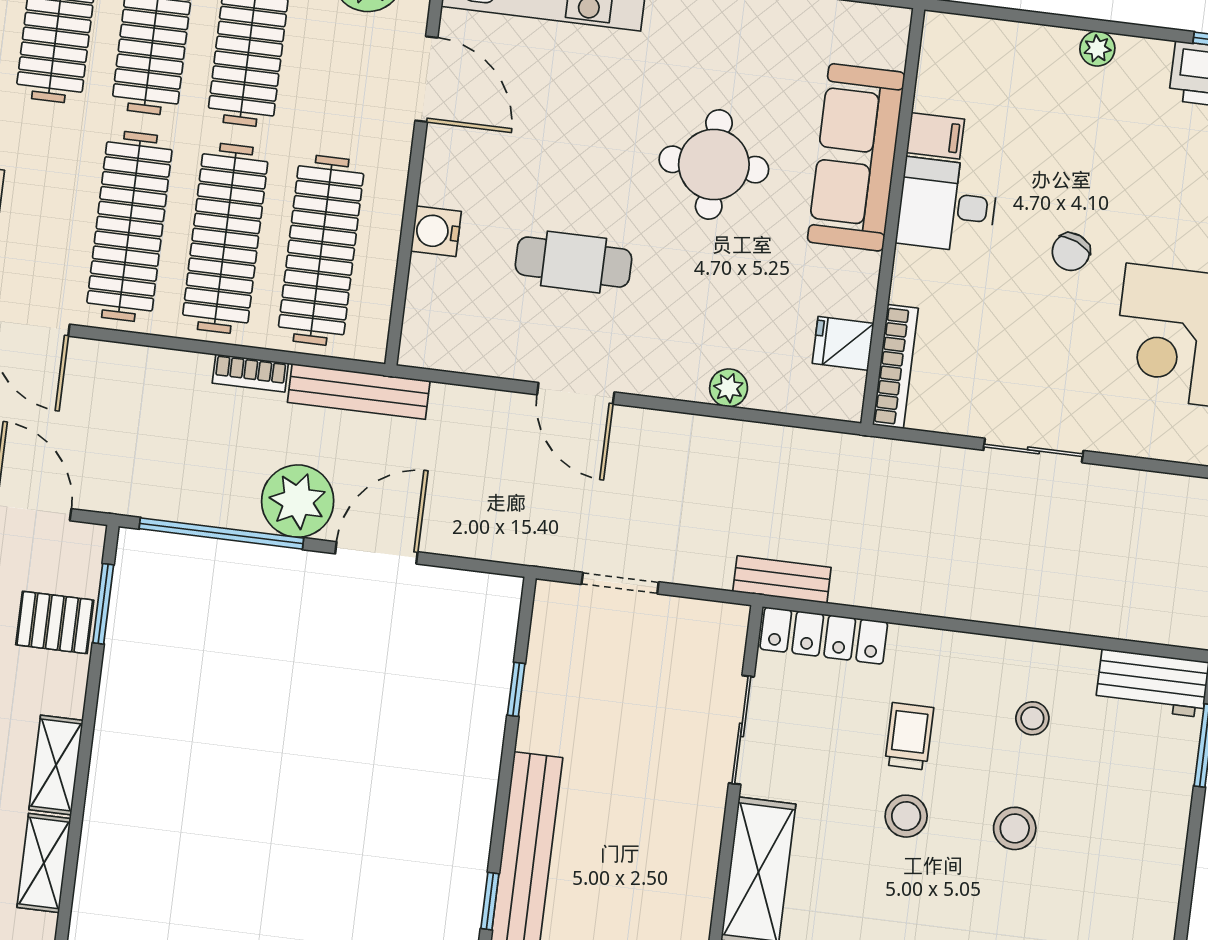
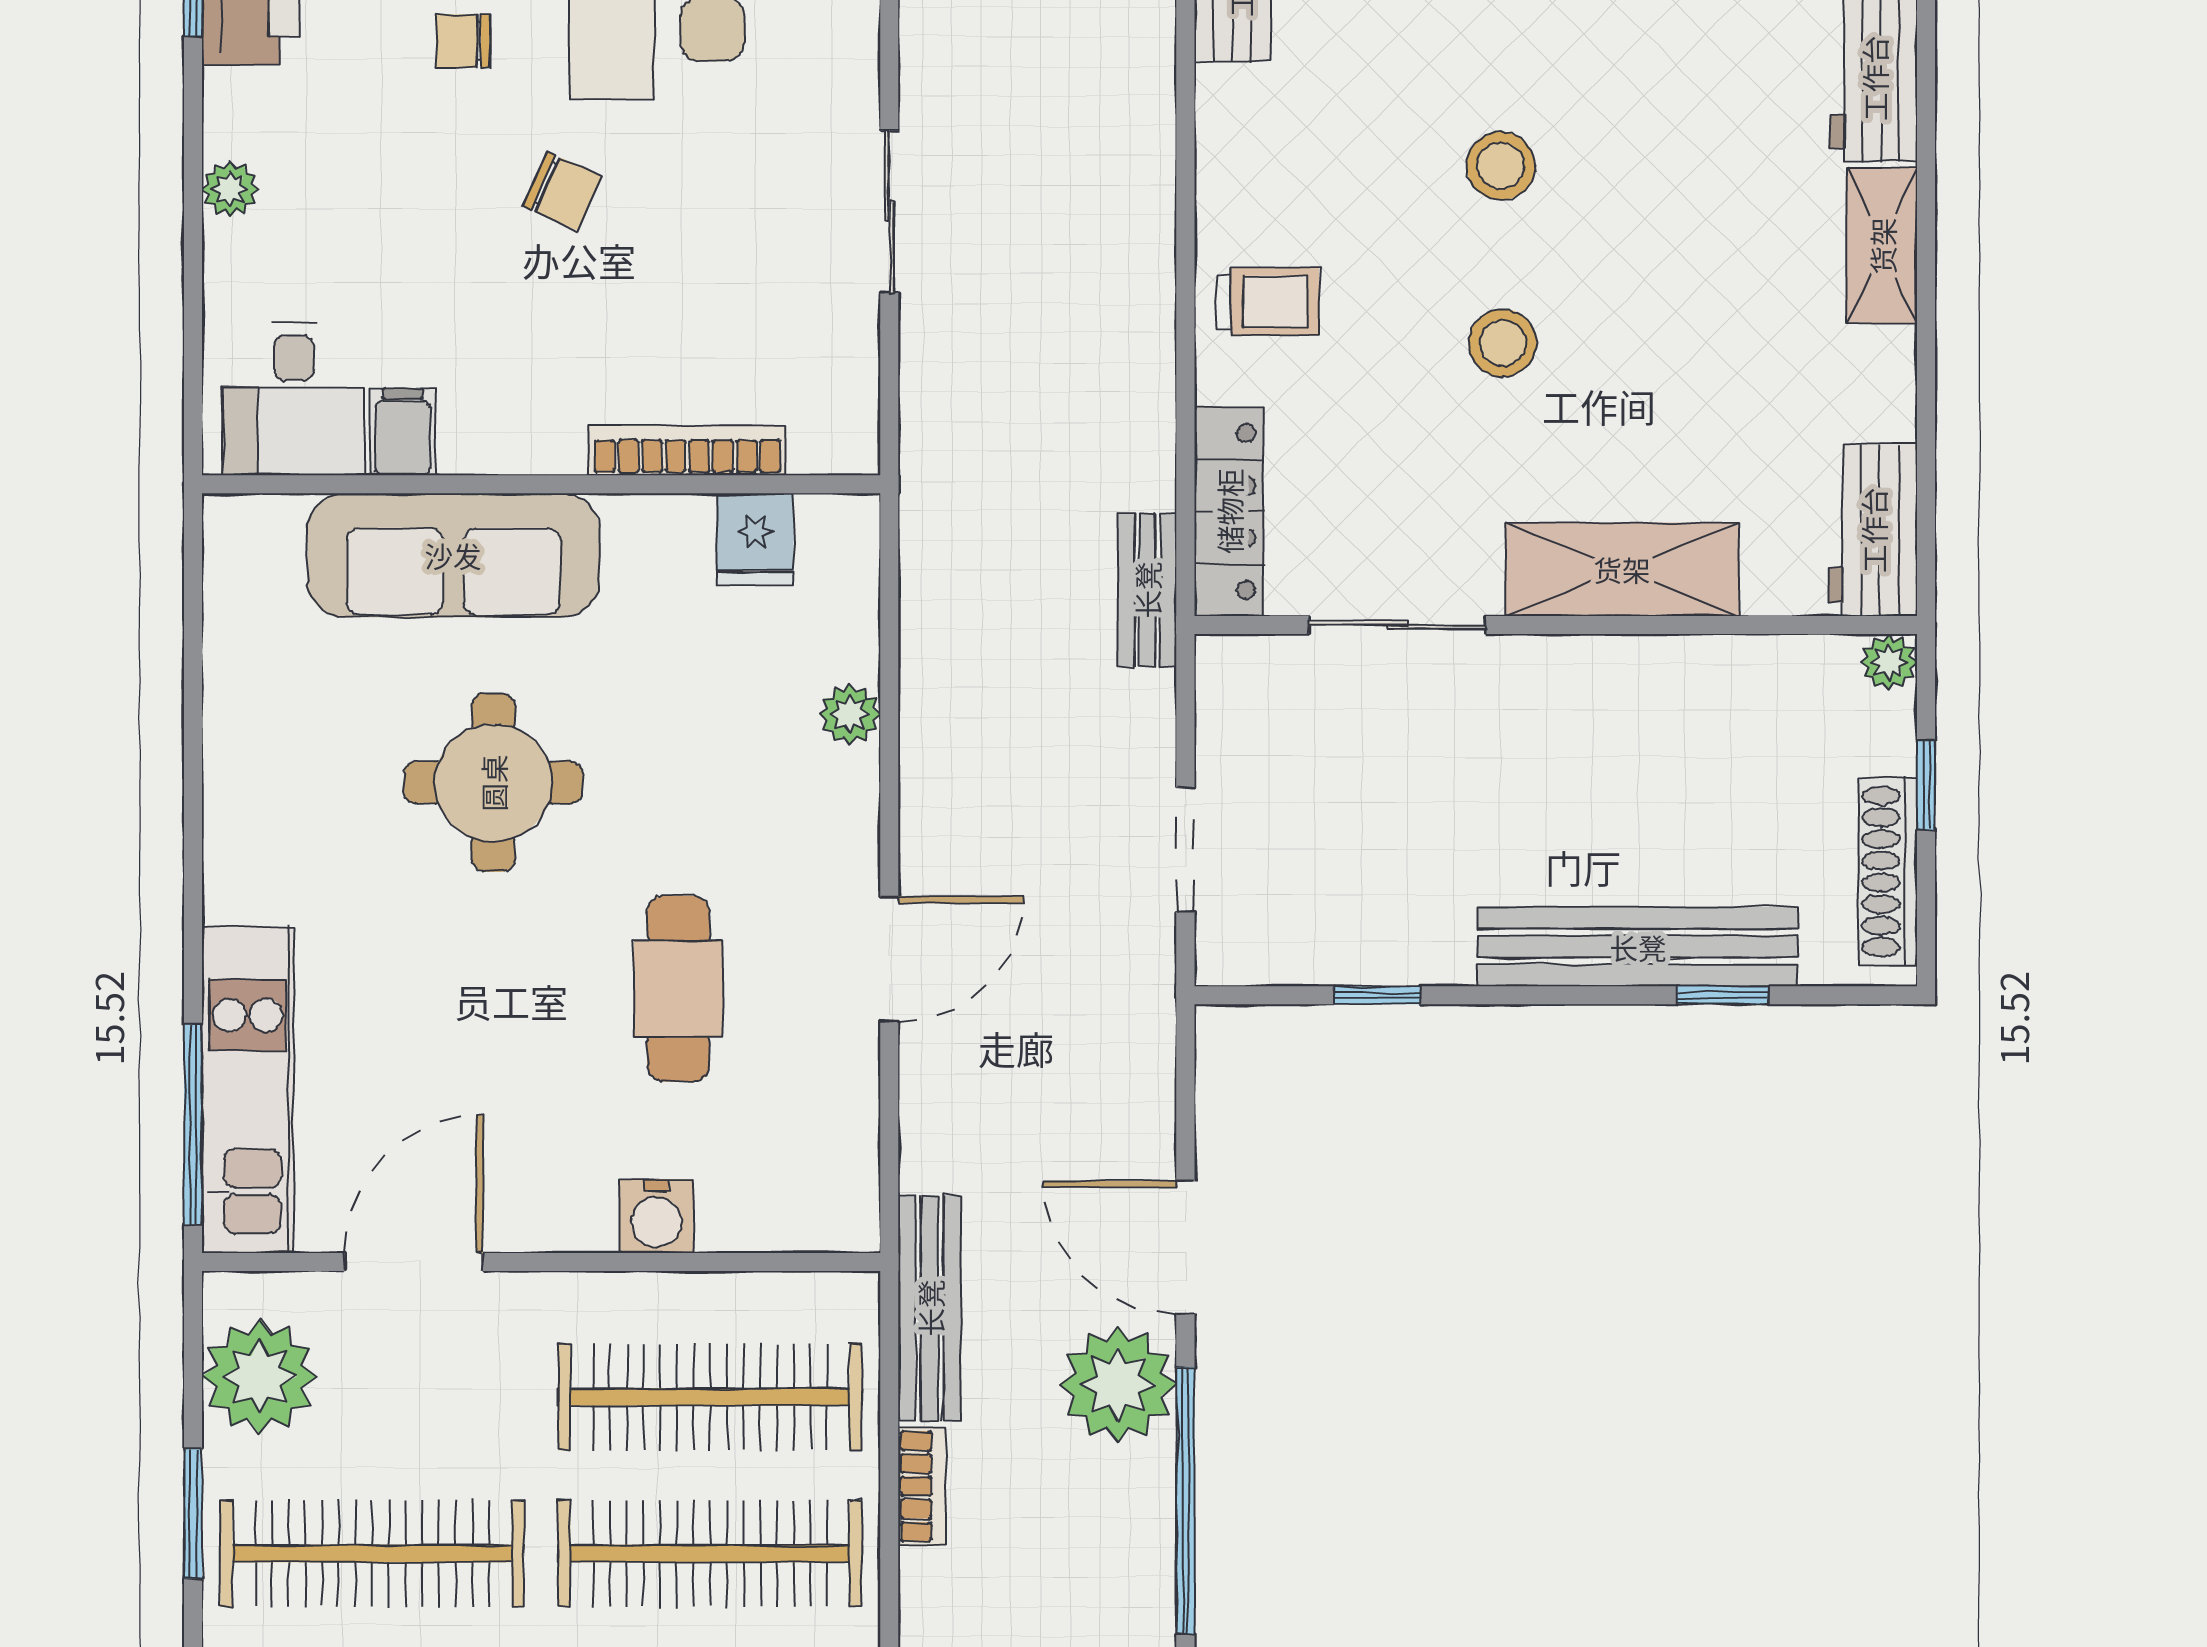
chair: (1170, 202) -> (463, 41), added
desk: (947, 205) -> (294, 399), moved
bookcase: (895, 366) -> (687, 450), moved
stool: (1032, 718) -> (1320, 159), removed
trolley: (909, 736) -> (1268, 302), moved, turned 180

